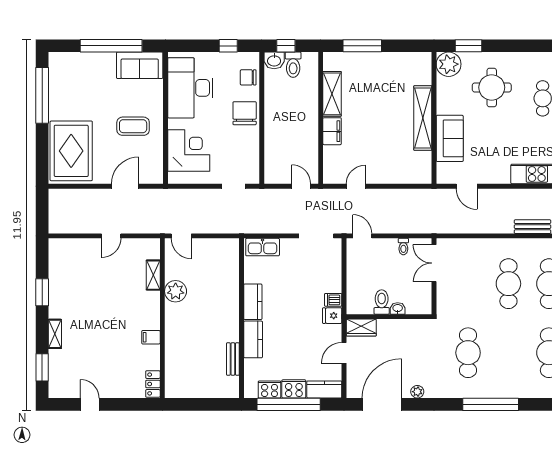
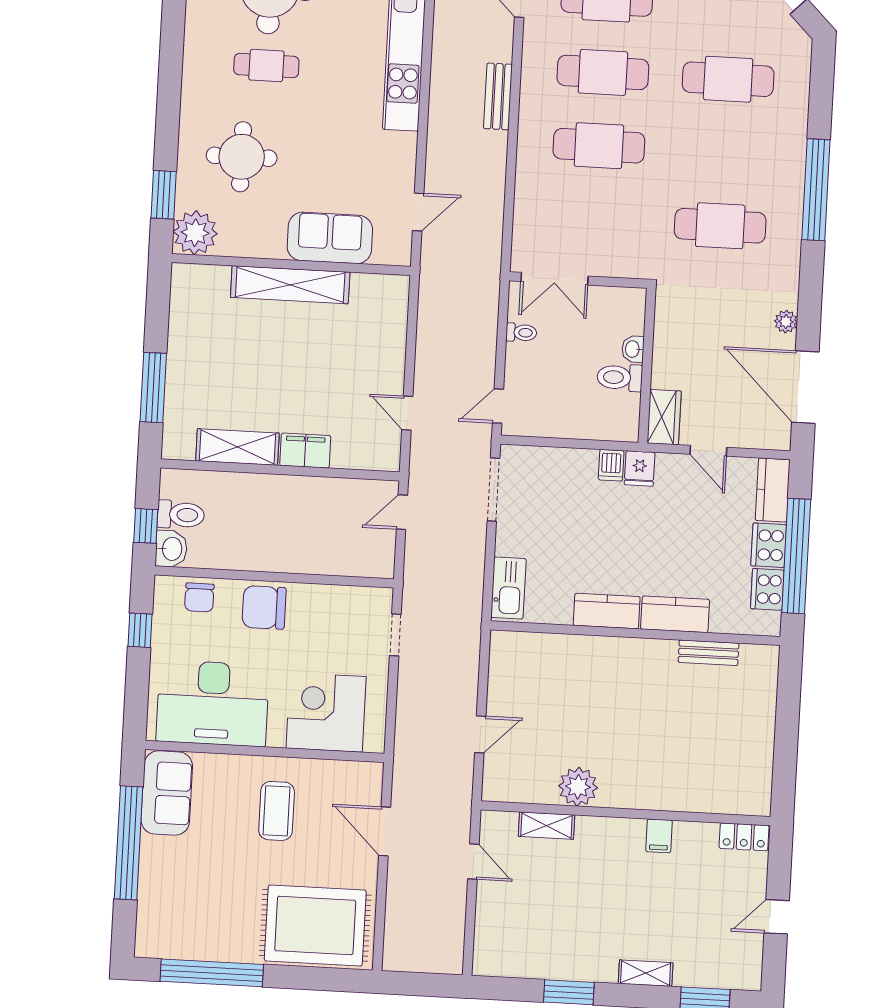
shelving: (153, 275) -> (547, 826), moved
plant: (176, 291) -> (578, 787), moved
wall: (162, 318) -> (626, 813), moved
filing cabinet: (151, 337) -> (659, 836), moved
locker: (153, 384) -> (744, 837), moved

